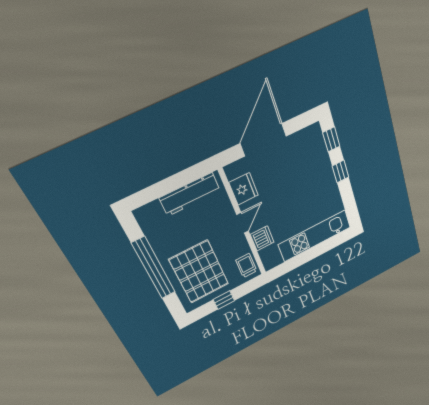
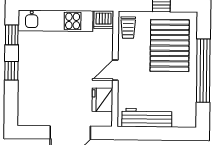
window: (331, 139) -> (12, 35), moved
dishwasher: (262, 238) -> (104, 20), moved, turned -90

